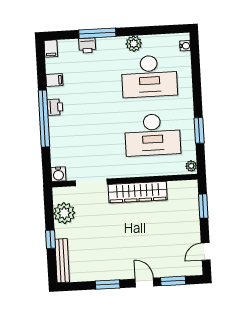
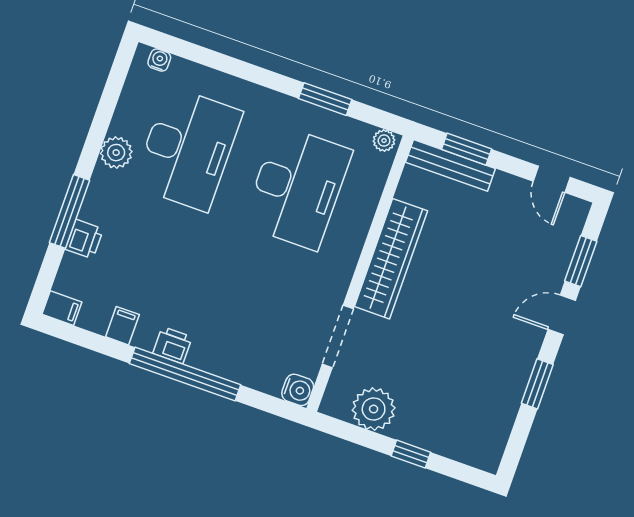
bench: (62, 261) -> (450, 165), moved

